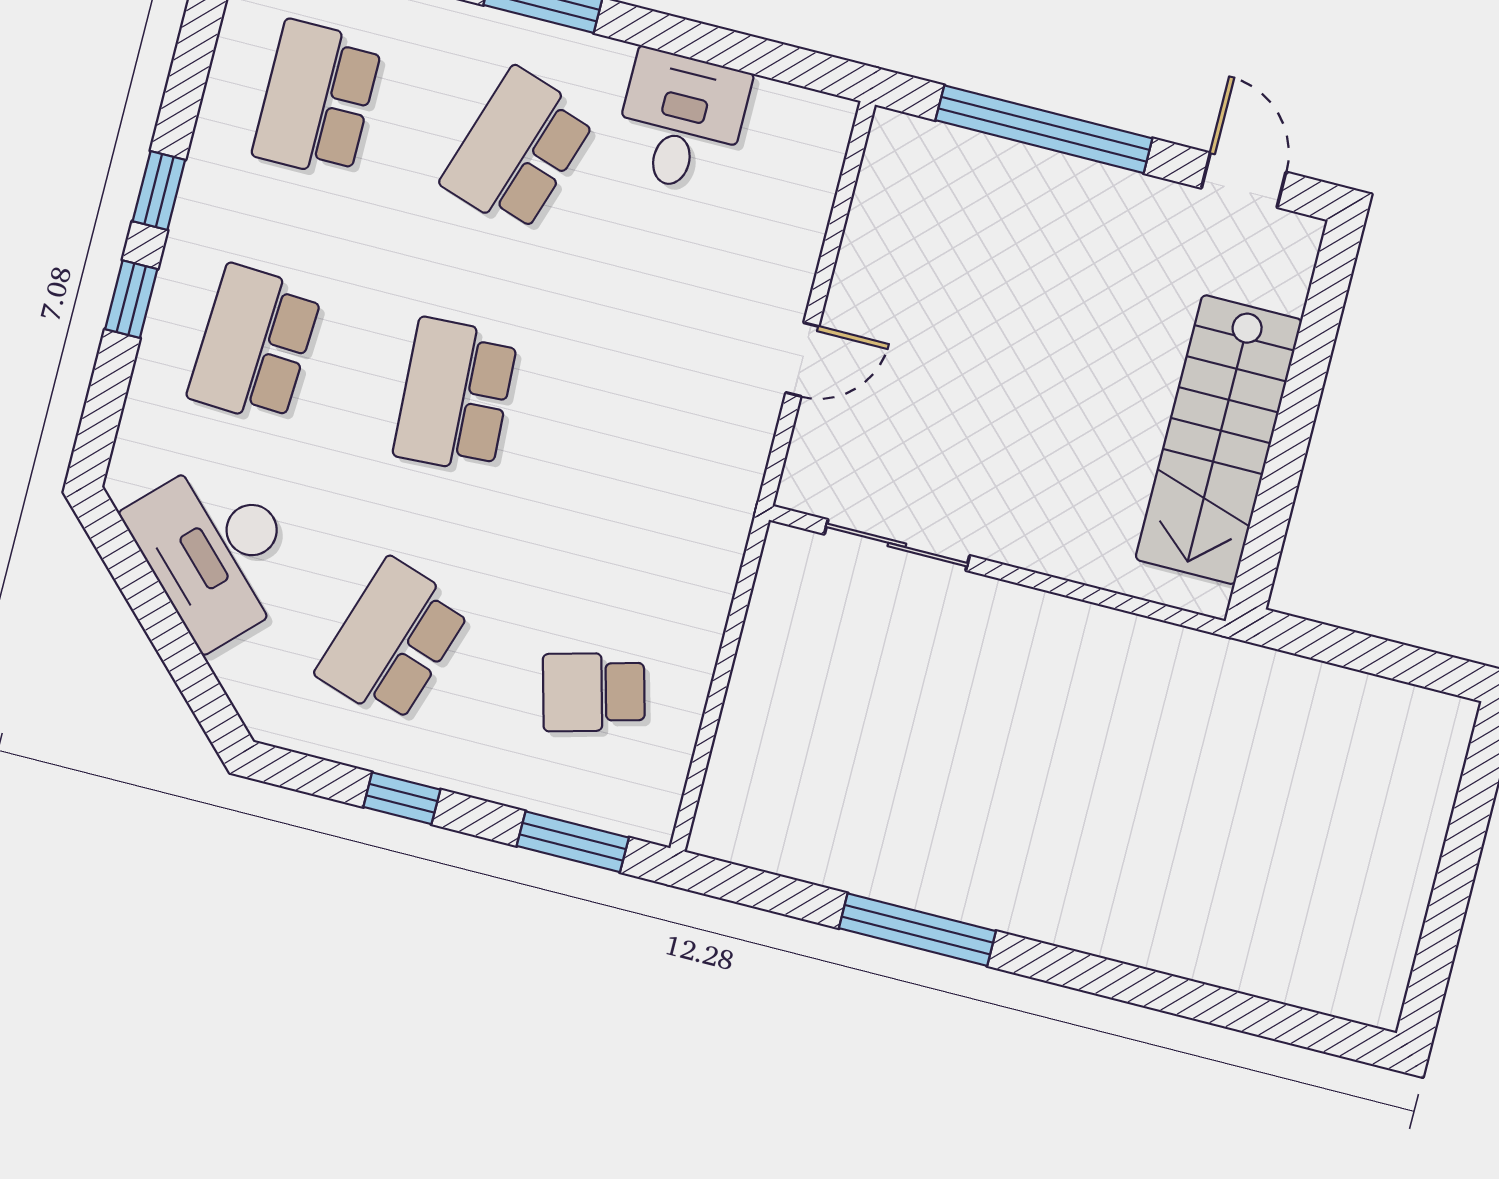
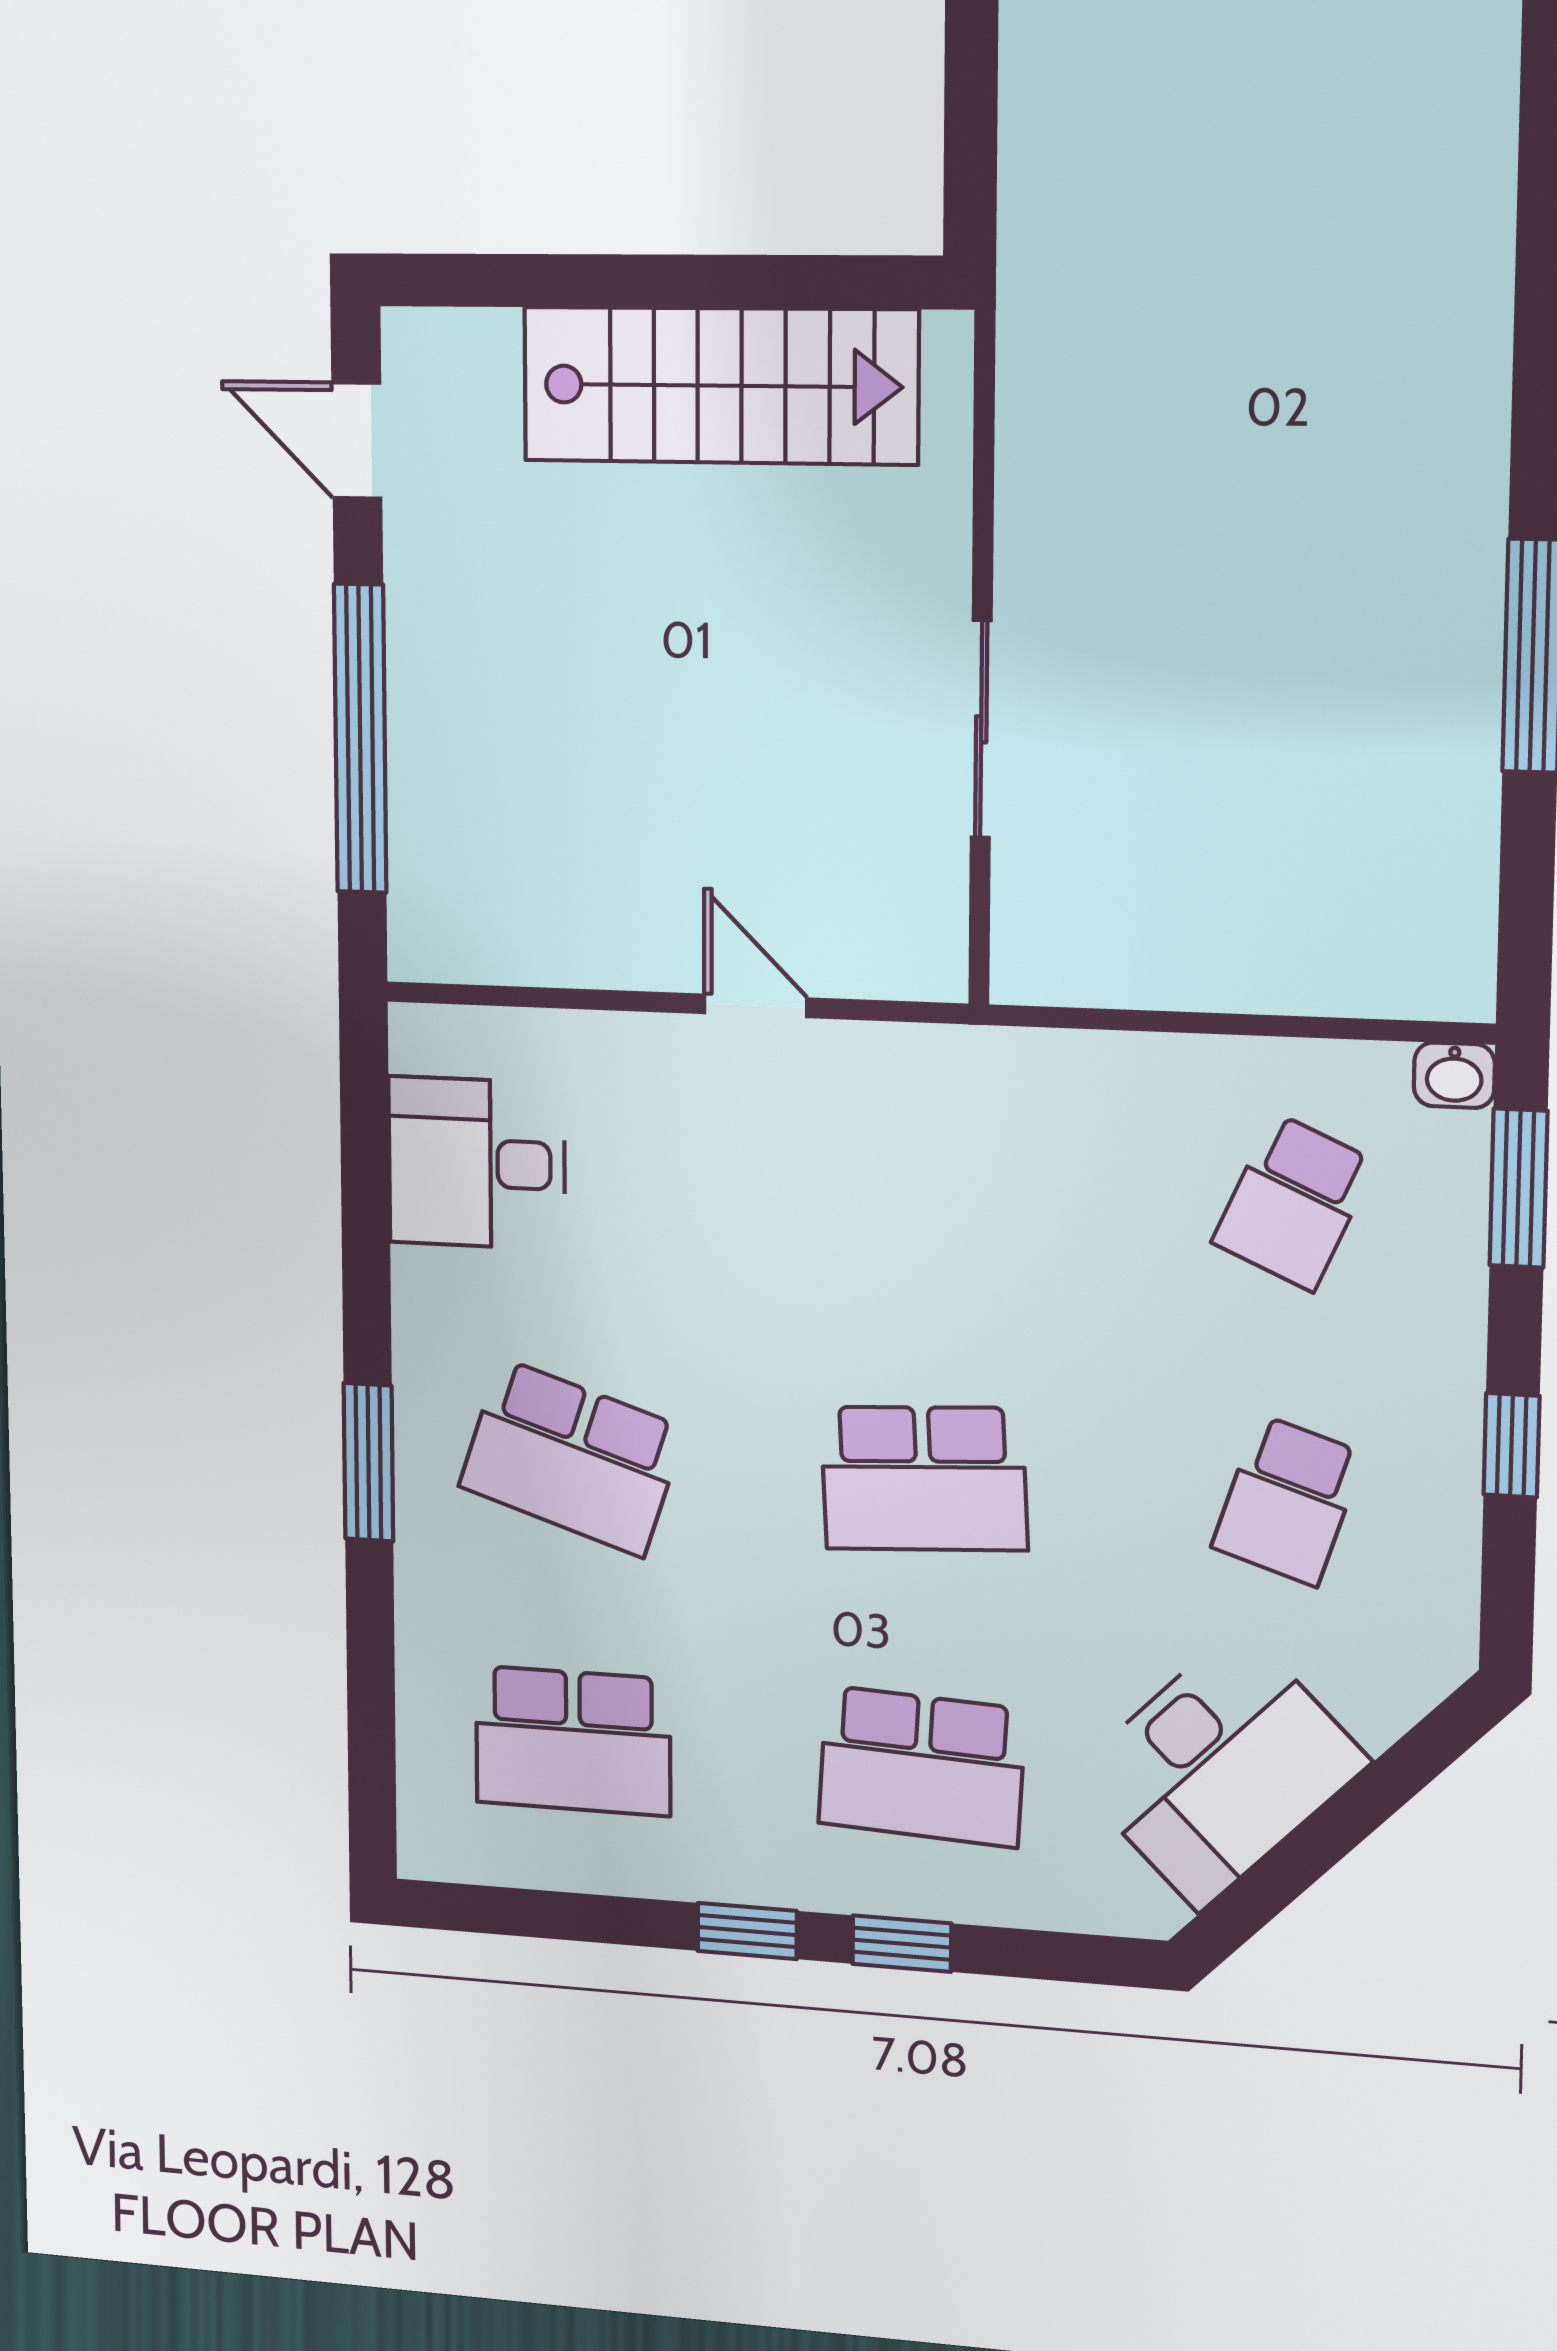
desk: (681, 121) -> (477, 1163), moved
door: (1244, 180) -> (357, 441), hinge flipped
sliding door: (897, 545) -> (981, 729), moved
school desk: (393, 641) -> (1288, 1500), width x0.54
school desk: (594, 692) -> (1294, 1202), turned 39
washbasin: (656, 817) -> (1454, 1075), added

